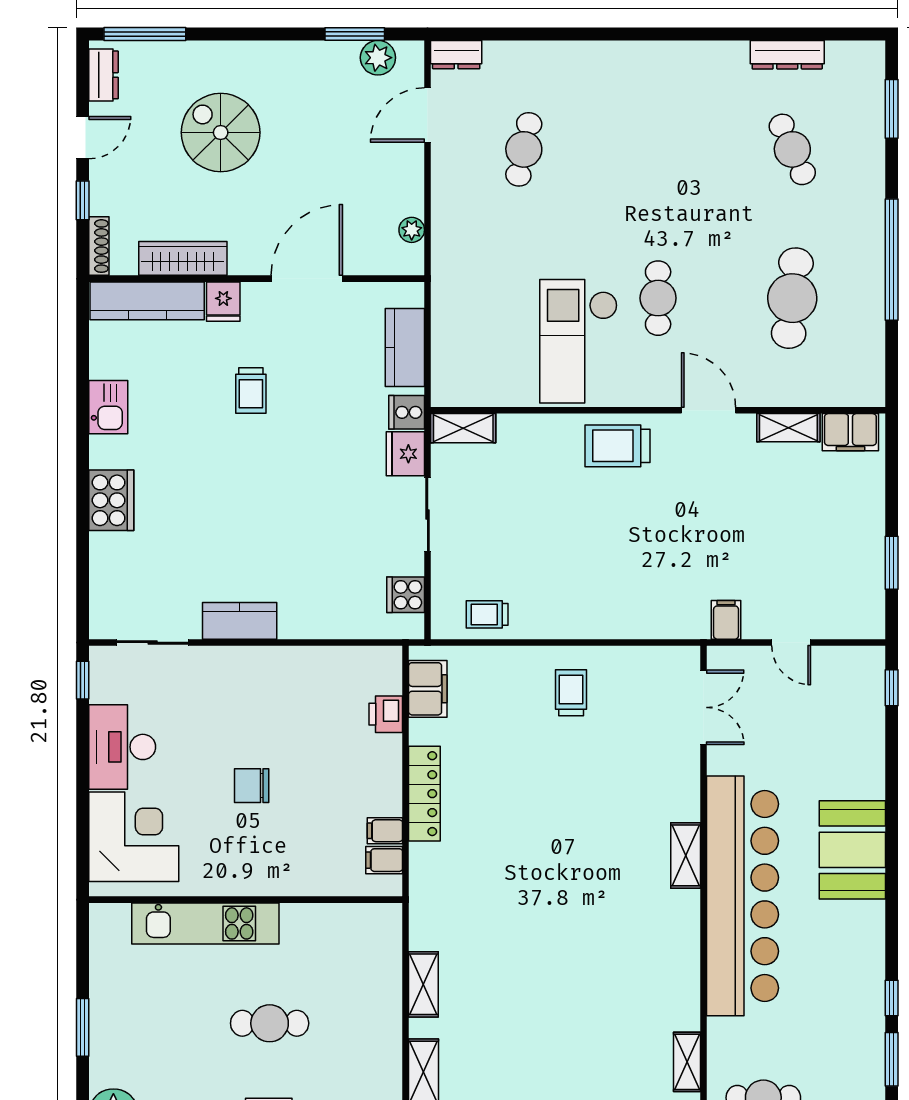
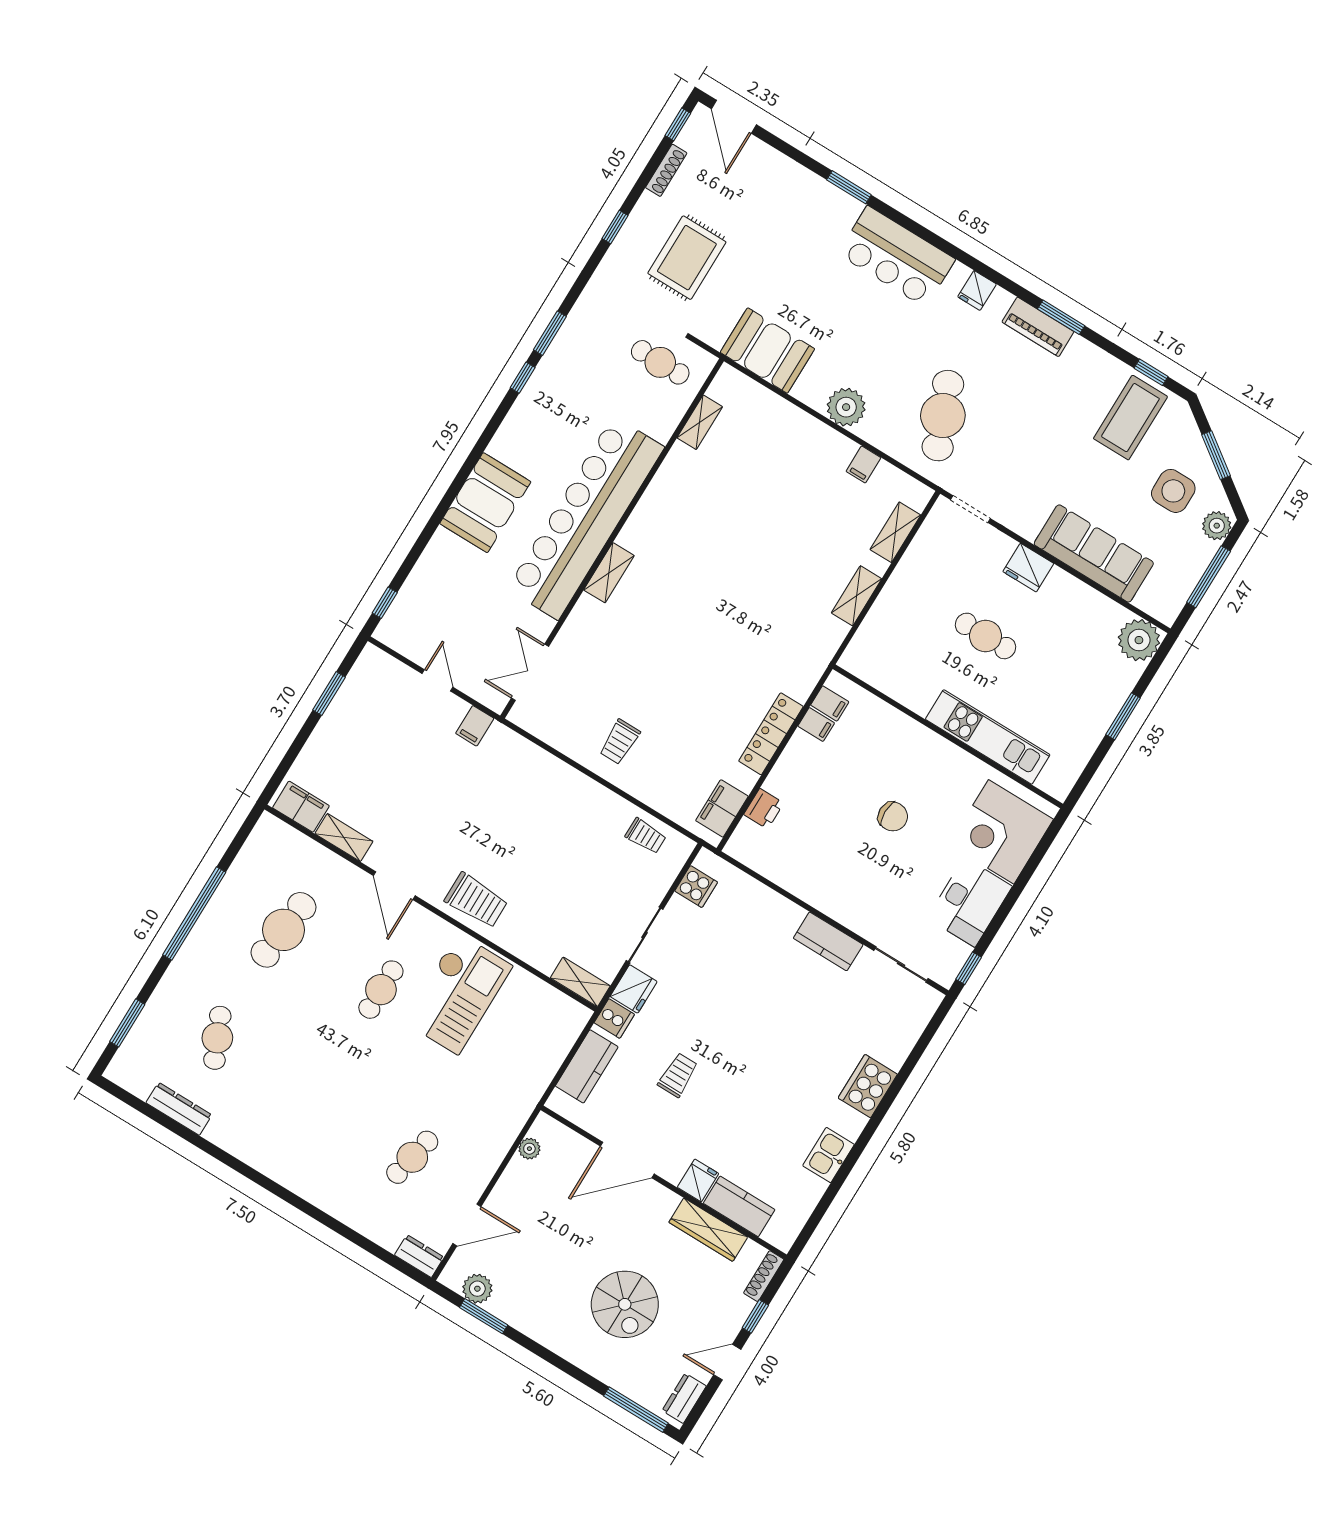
kitchen counter: (147, 301) -> (739, 1206), width x0.67
trolley: (251, 391) -> (678, 1075), moved

